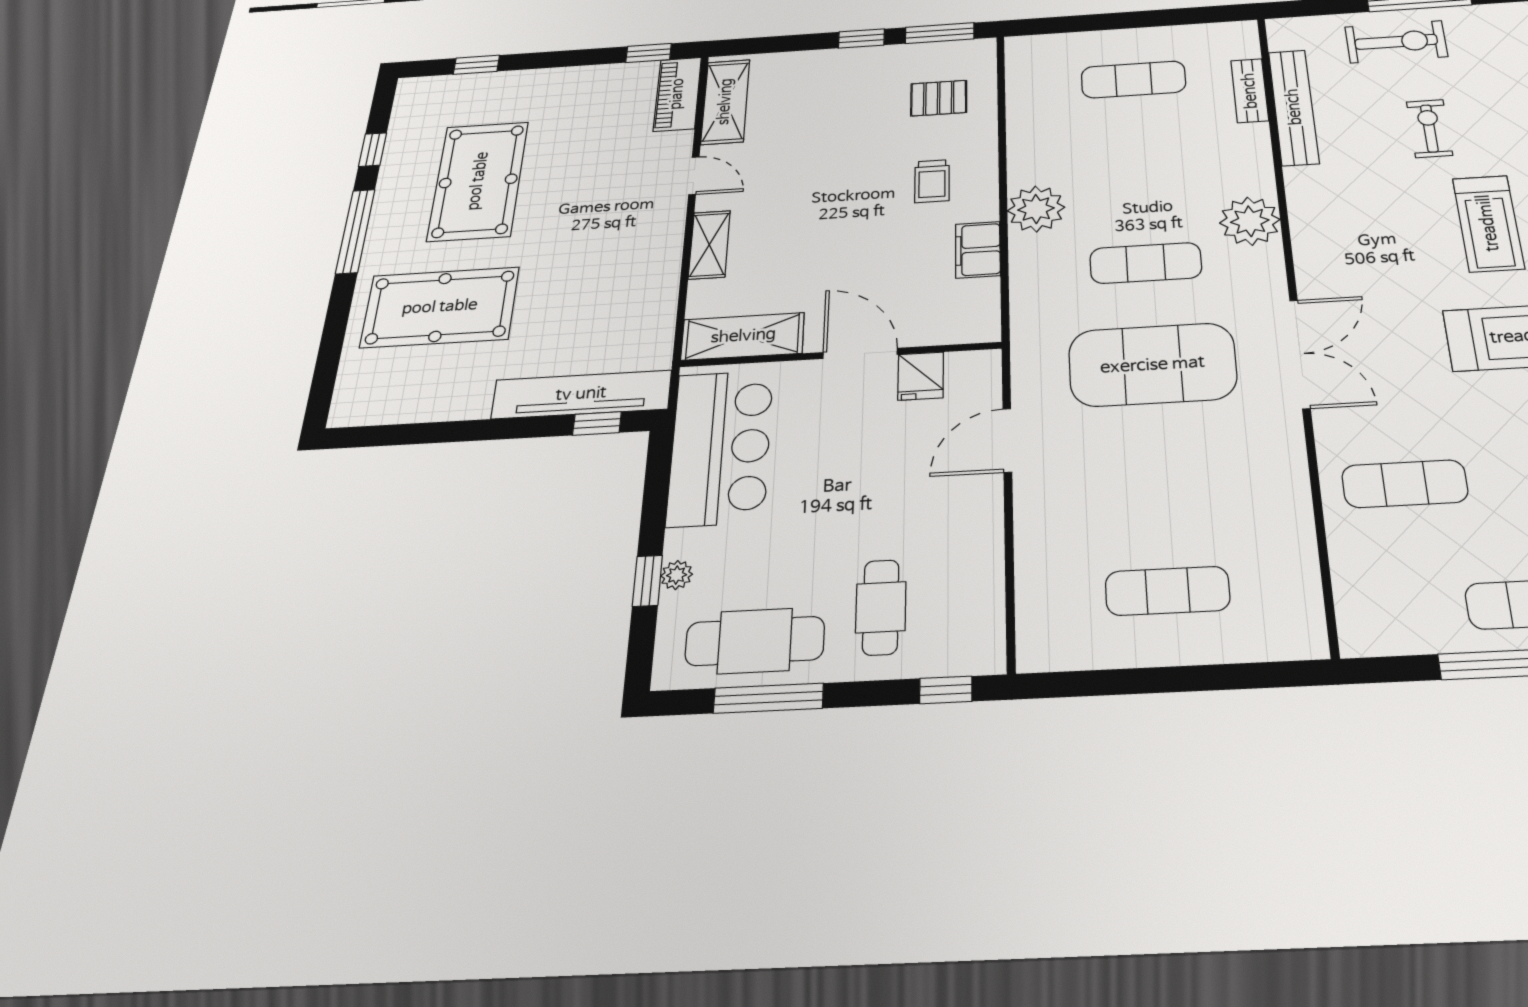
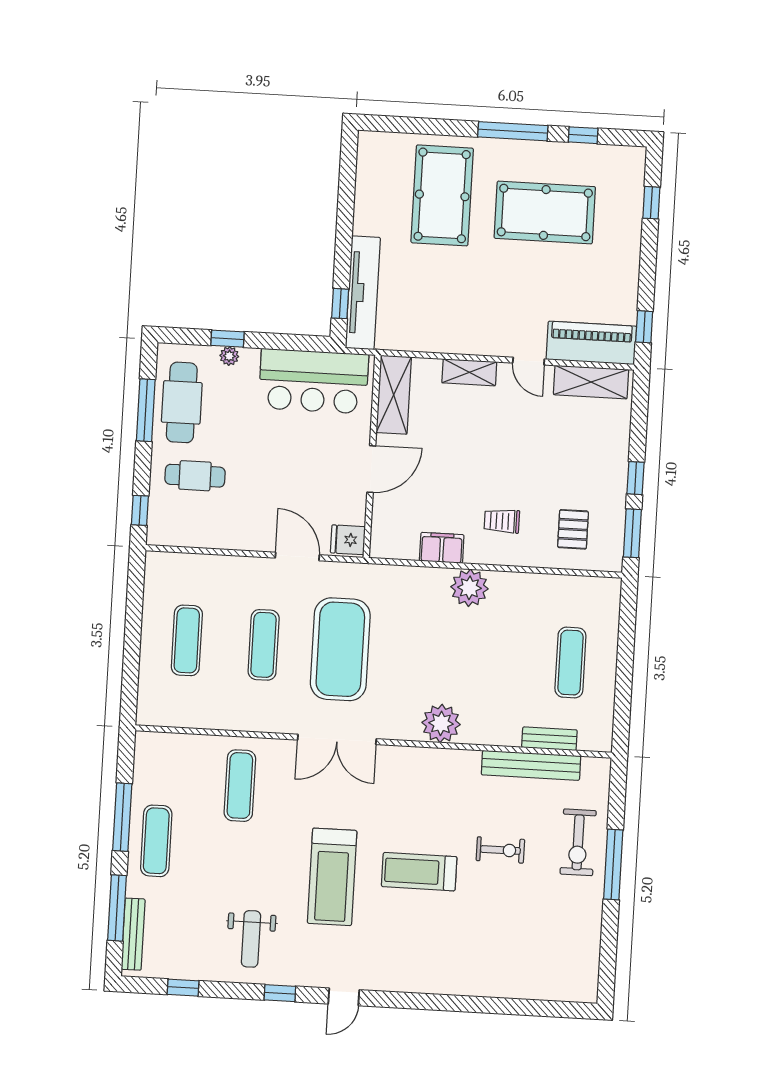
piano: (677, 94) -> (591, 343), width x1.37, depth x1.33
door: (694, 176) -> (529, 361), hinge flipped
exercise mat: (1146, 263) -> (264, 645), moved
fridge: (921, 376) -> (348, 540), moved

